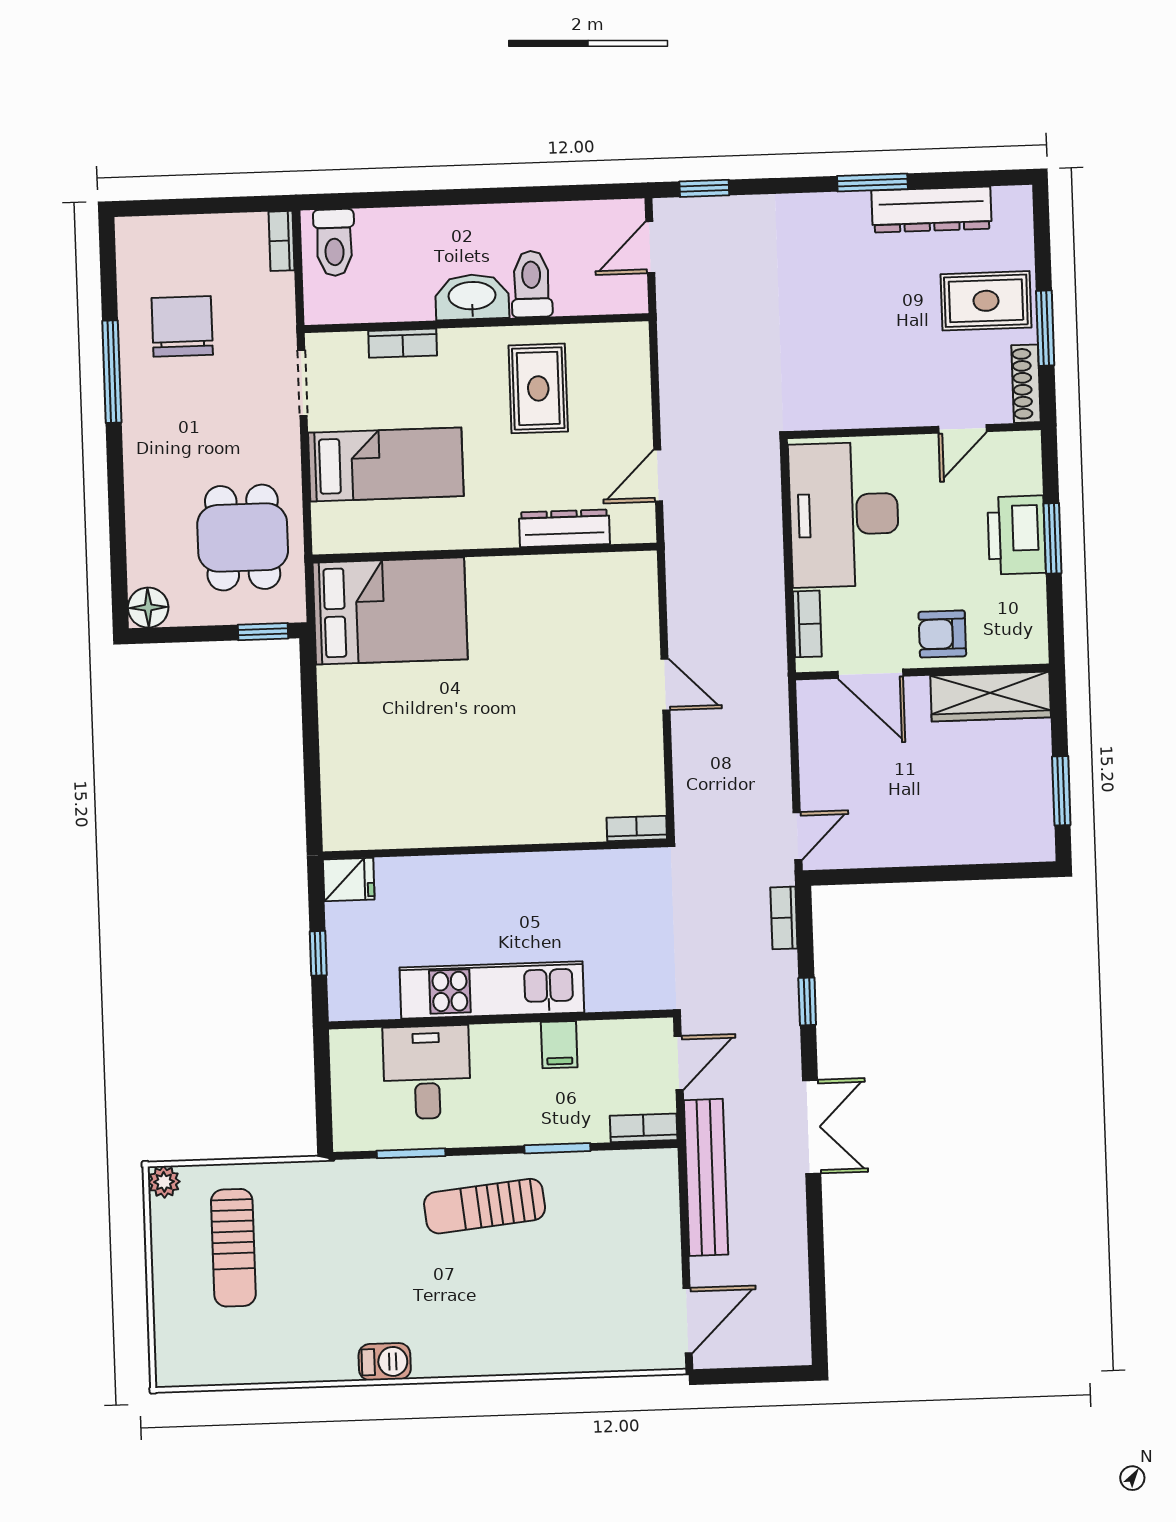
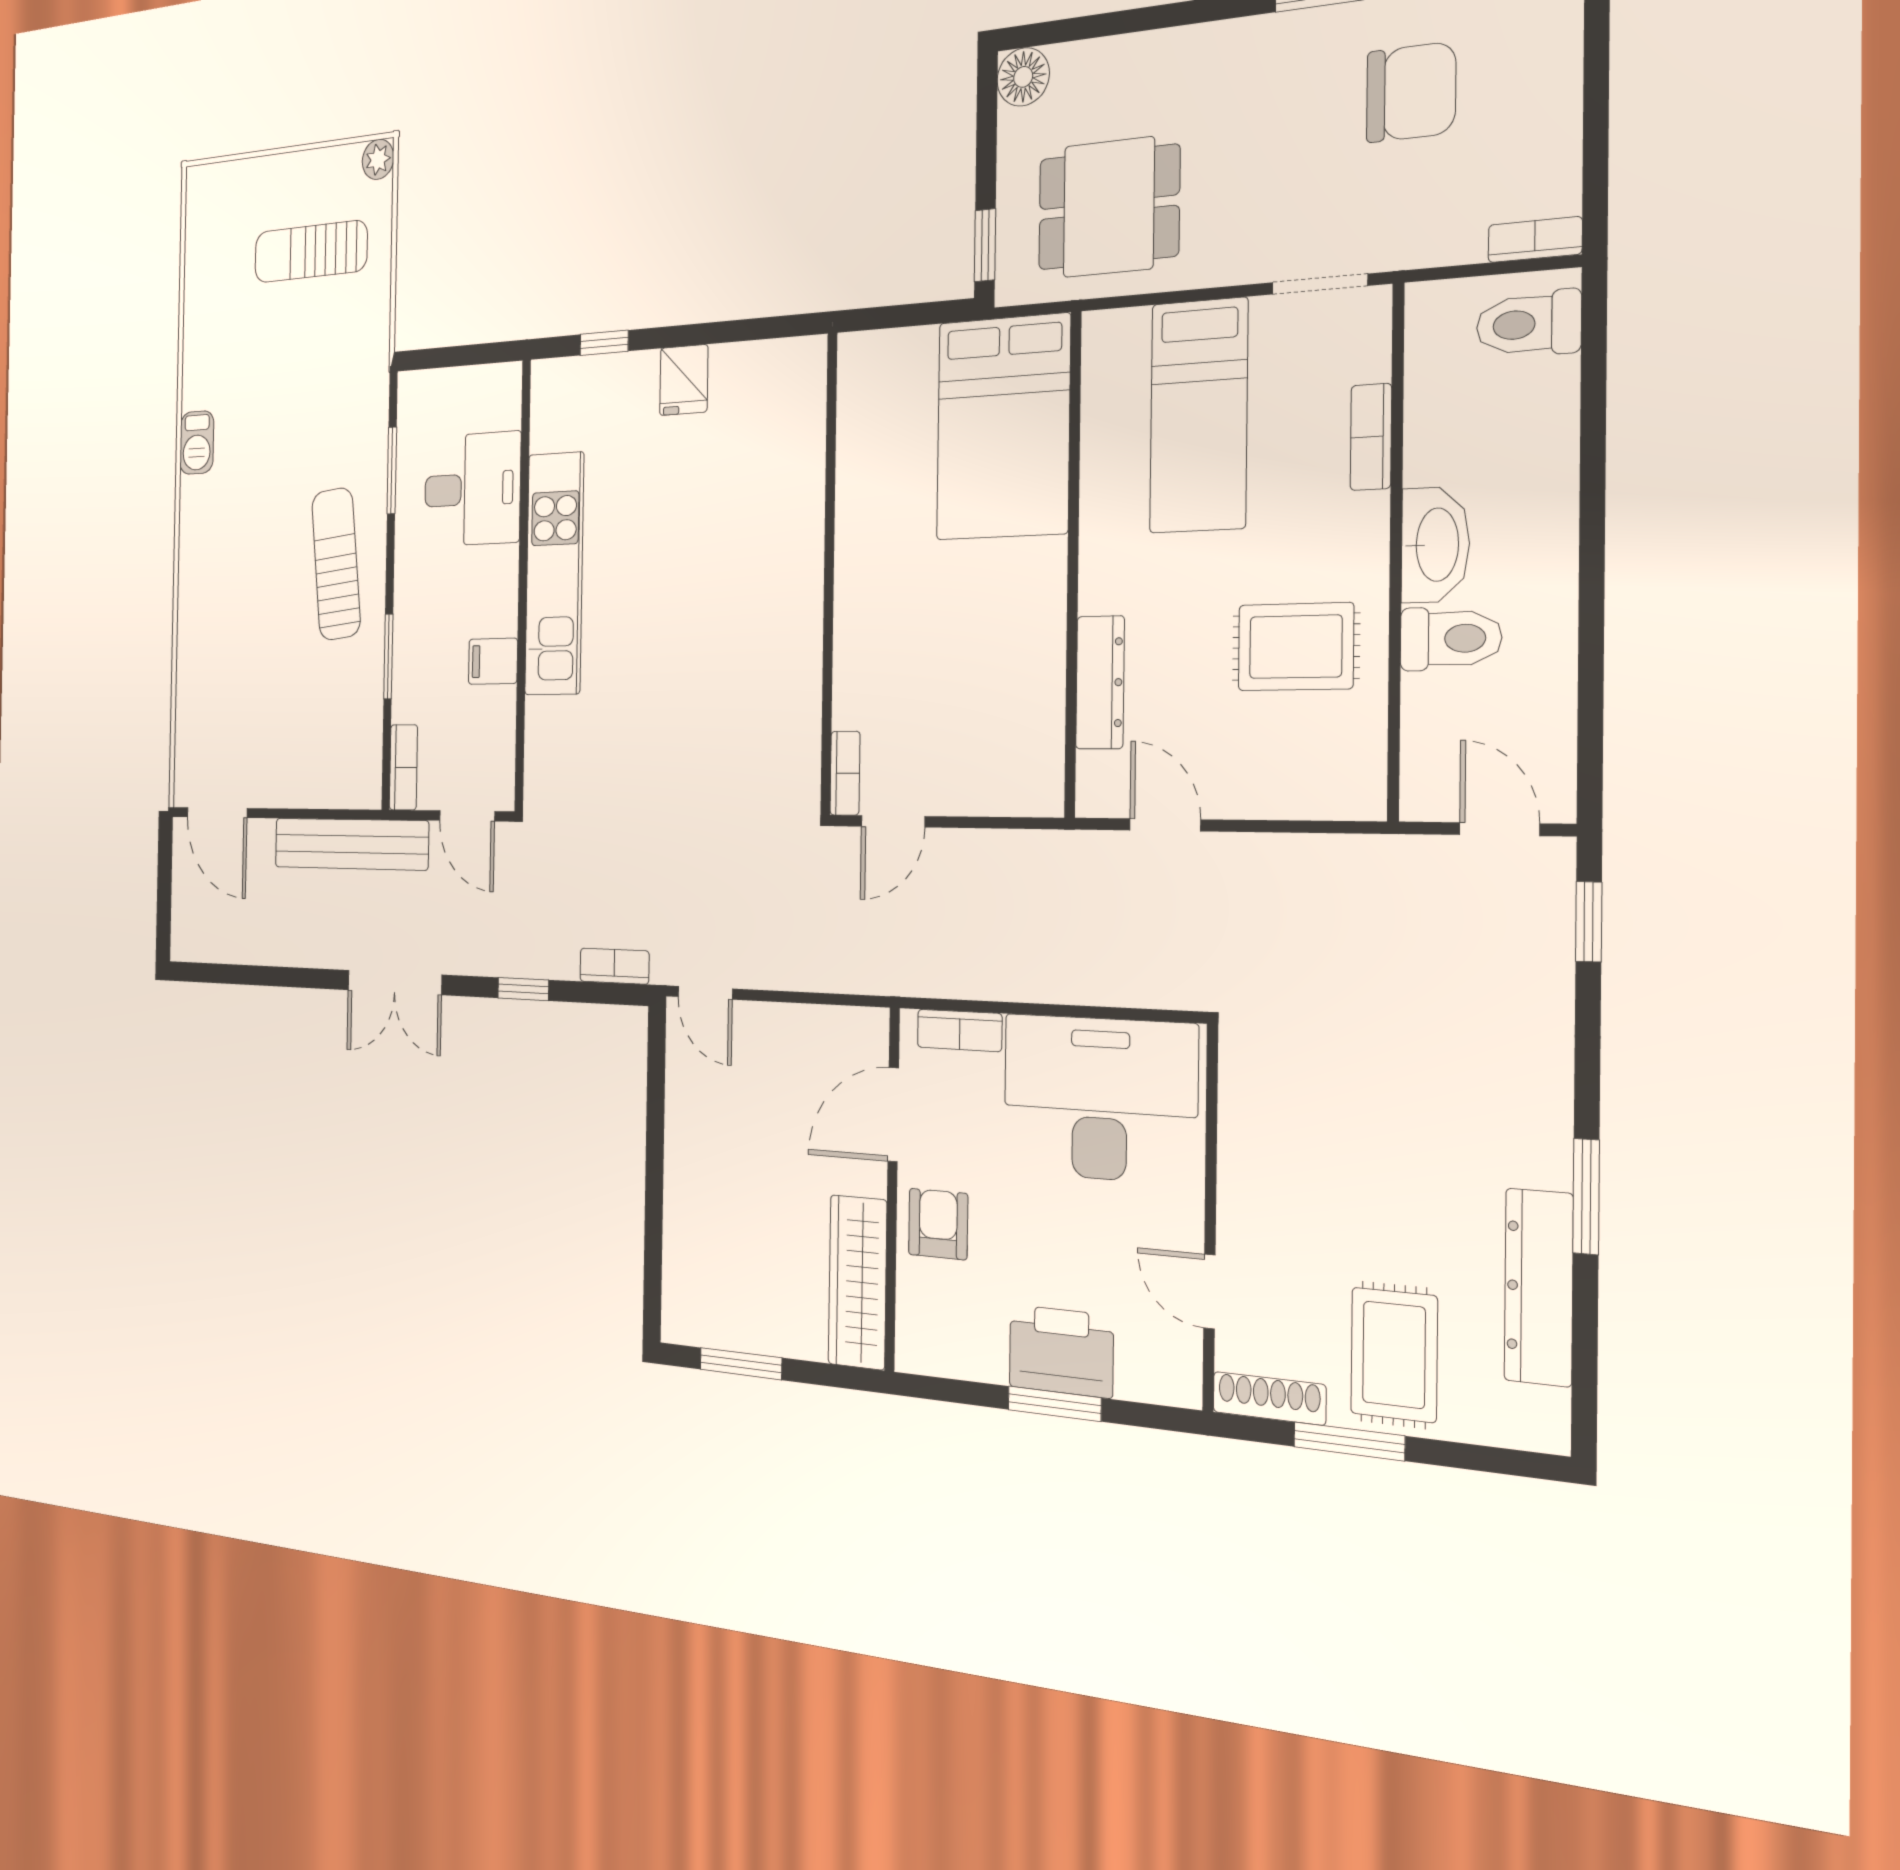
bookcase: (637, 828) -> (845, 773), moved
wall: (495, 849) -> (829, 574), moved

